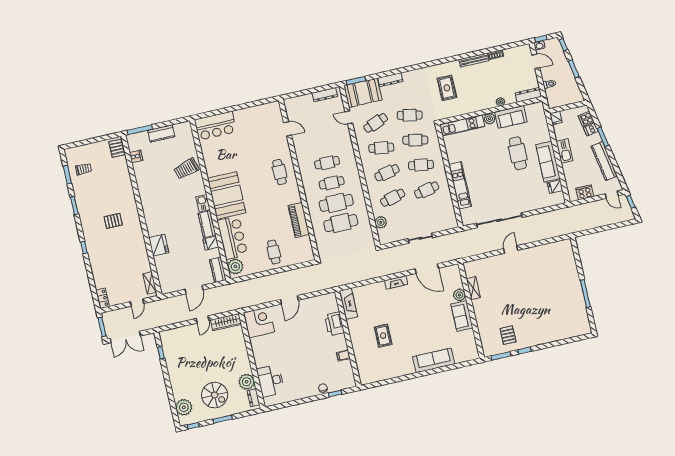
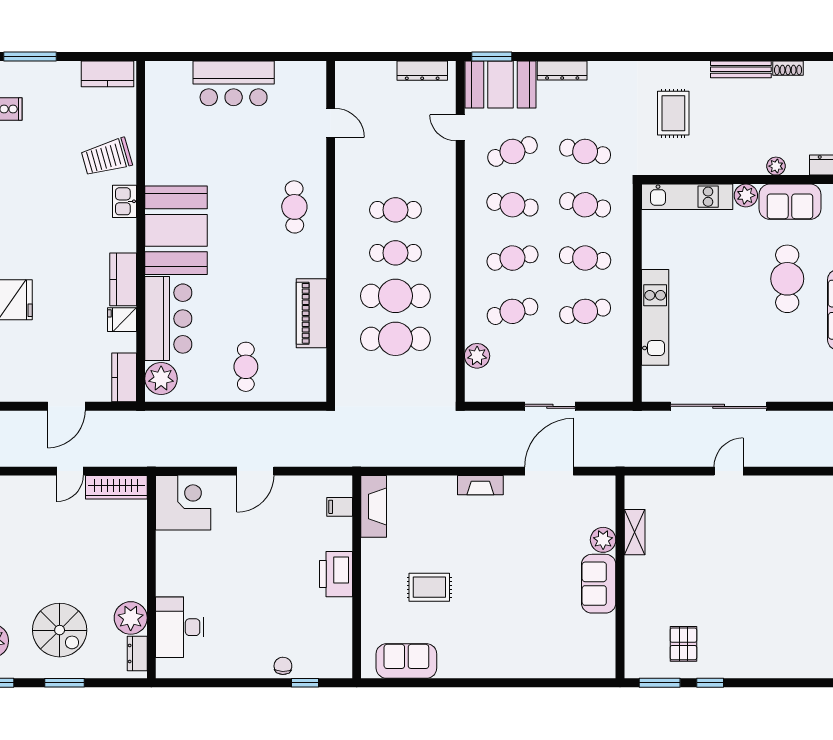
bar counter: (215, 126) -> (234, 83), moved
kitchen counter: (161, 133) -> (107, 74), moved
kitchen sink: (203, 203) -> (125, 201), moved
door: (427, 269) -> (549, 471), swing flipped
printer: (334, 324) -> (336, 574), moved
rug: (383, 336) -> (429, 587), turned 90
filing cabinet: (343, 355) -> (340, 507), moved
sofa: (434, 360) -> (406, 661), moved, width x0.73

